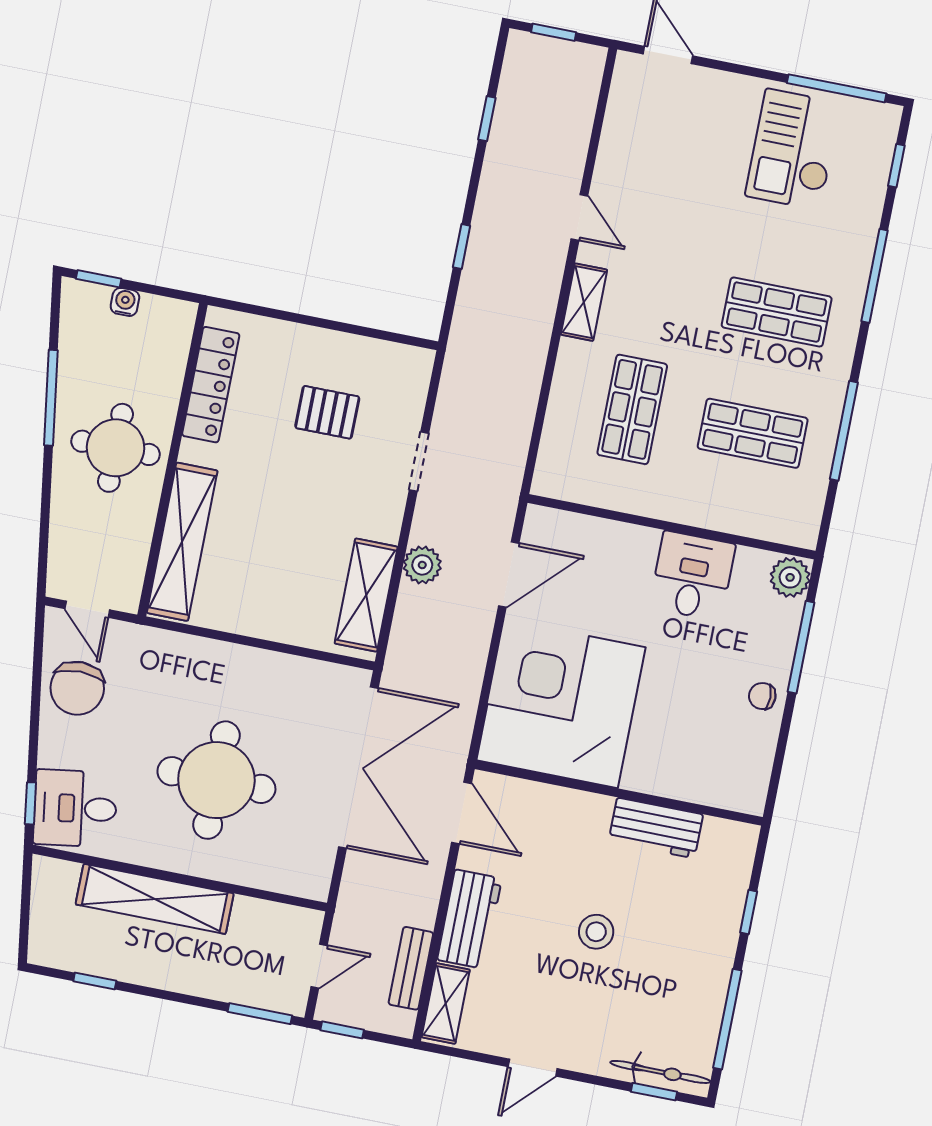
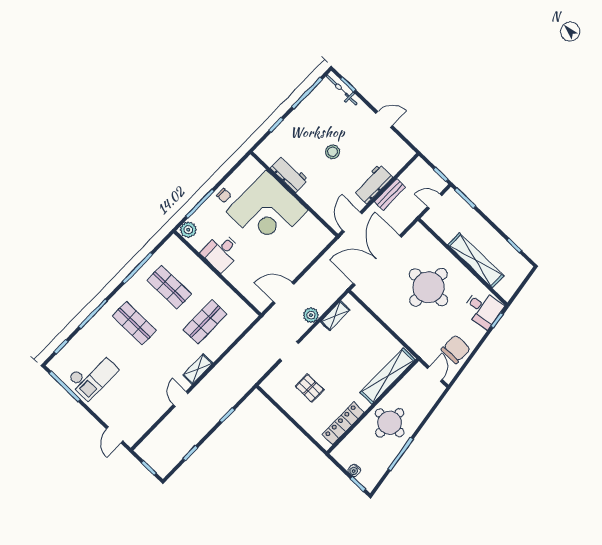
shelving: (366, 595) -> (335, 316), width x0.67, depth x0.75
corner desk: (561, 704) -> (267, 211), moved
bench: (411, 968) -> (390, 194), moved
shelving: (446, 1003) -> (400, 160), removed

